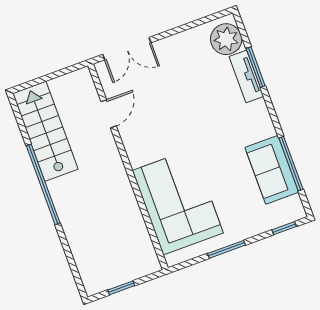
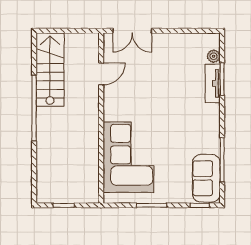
plant: (226, 39) -> (214, 56), width x0.53, depth x0.53
sofa: (272, 170) -> (206, 178), moved

